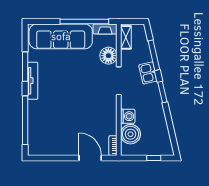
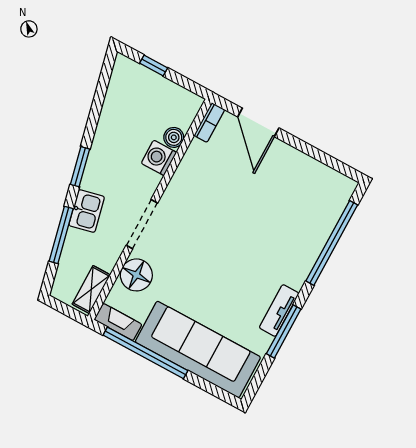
tv unit: (33, 81) -> (279, 310), width x0.71
boiler: (131, 134) -> (174, 137), width x0.54, depth x0.54

